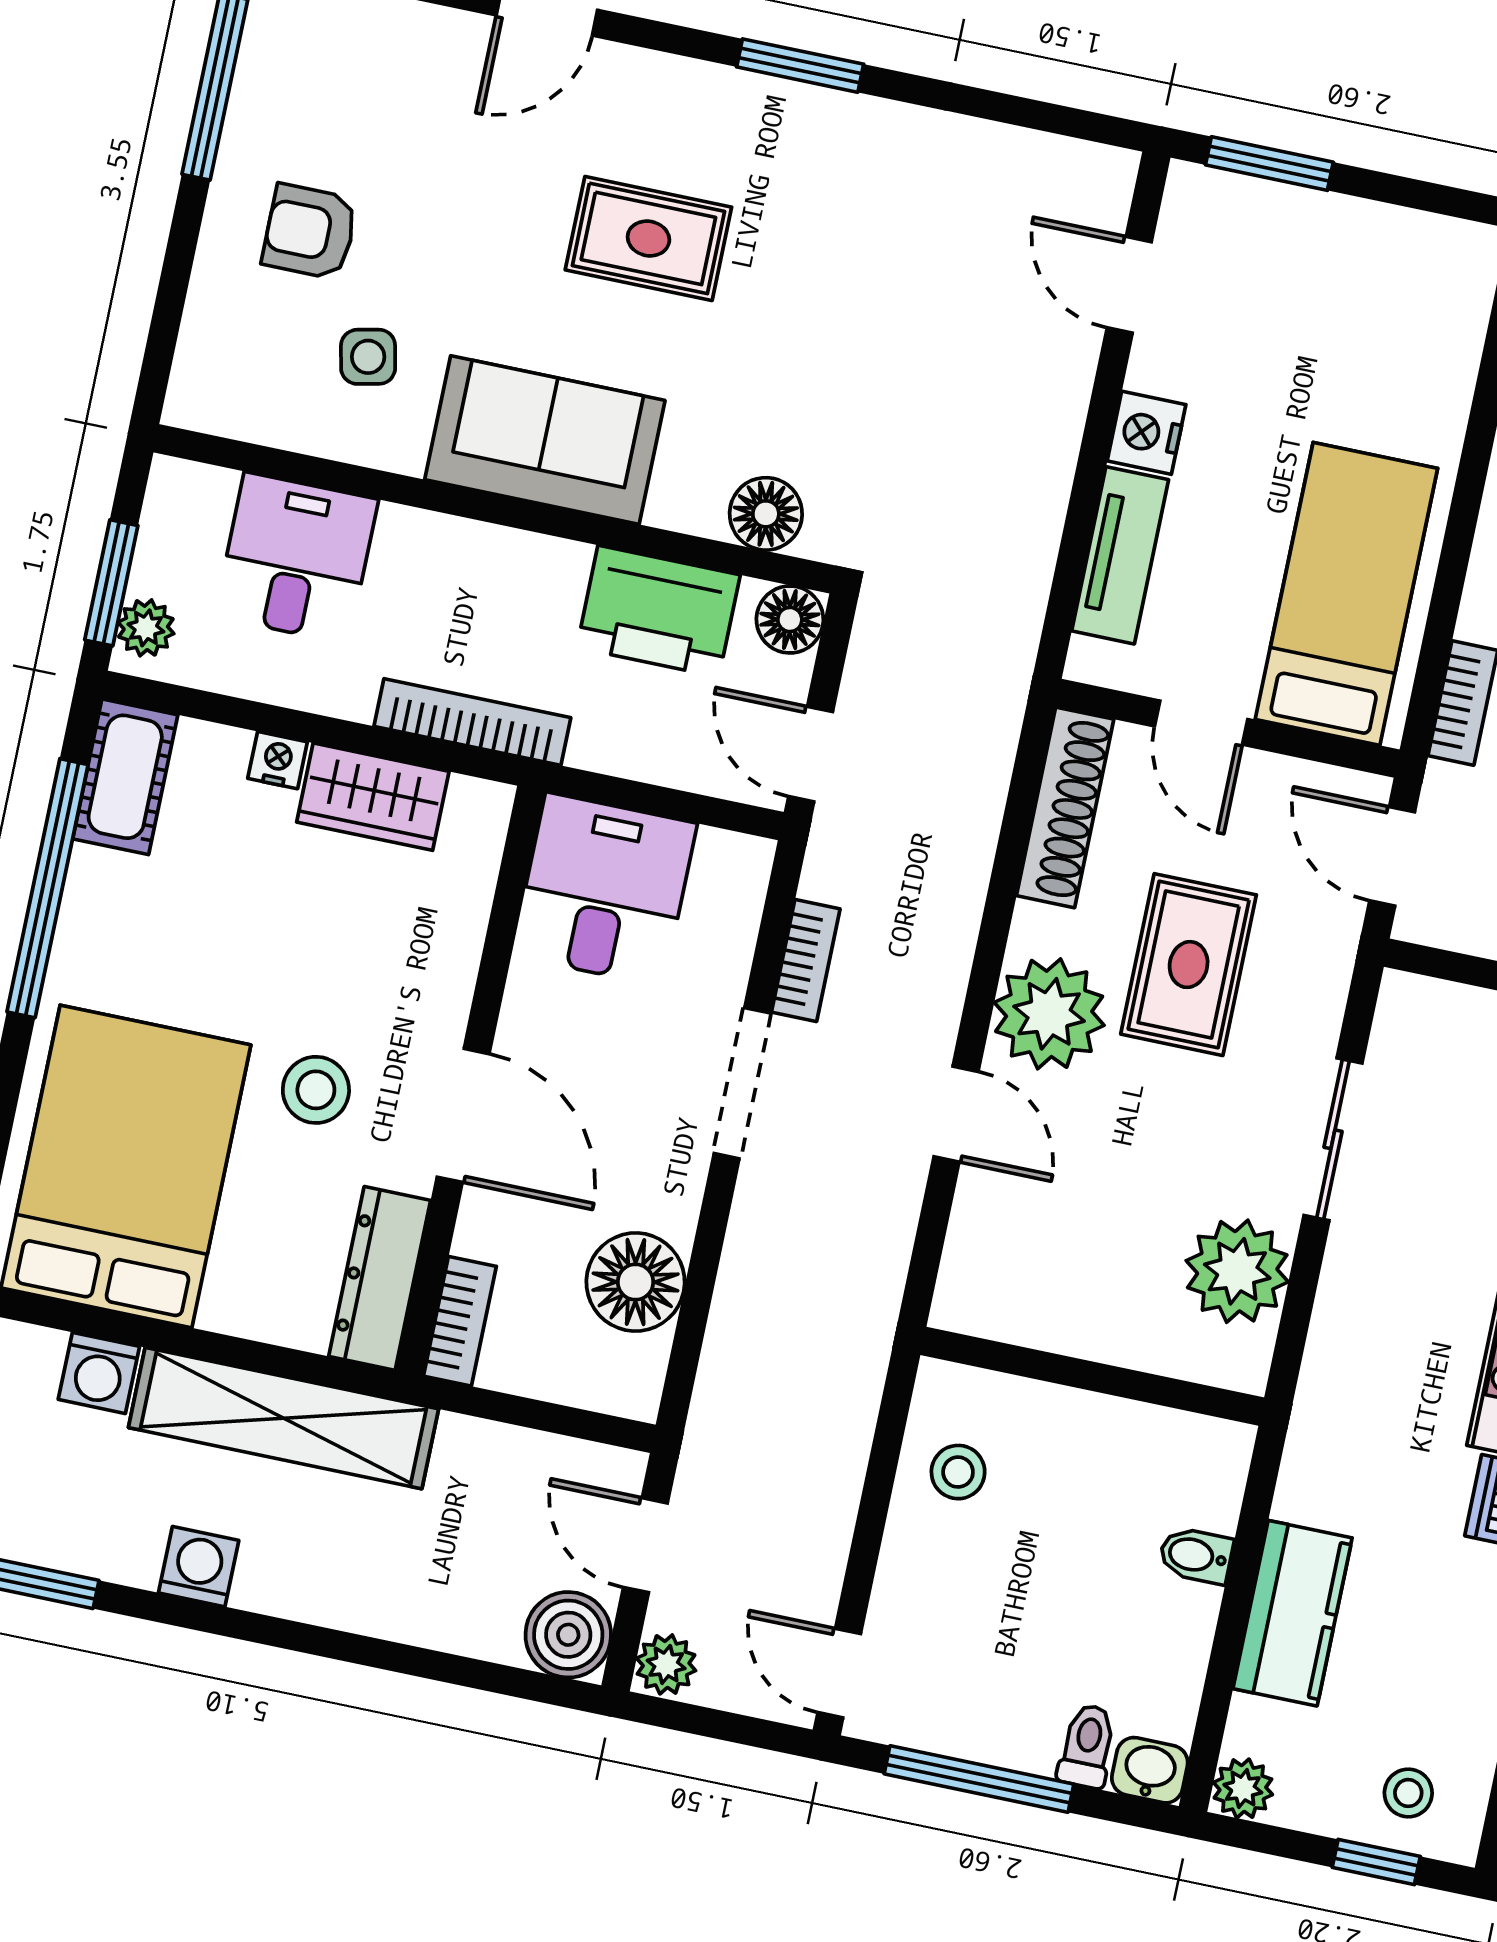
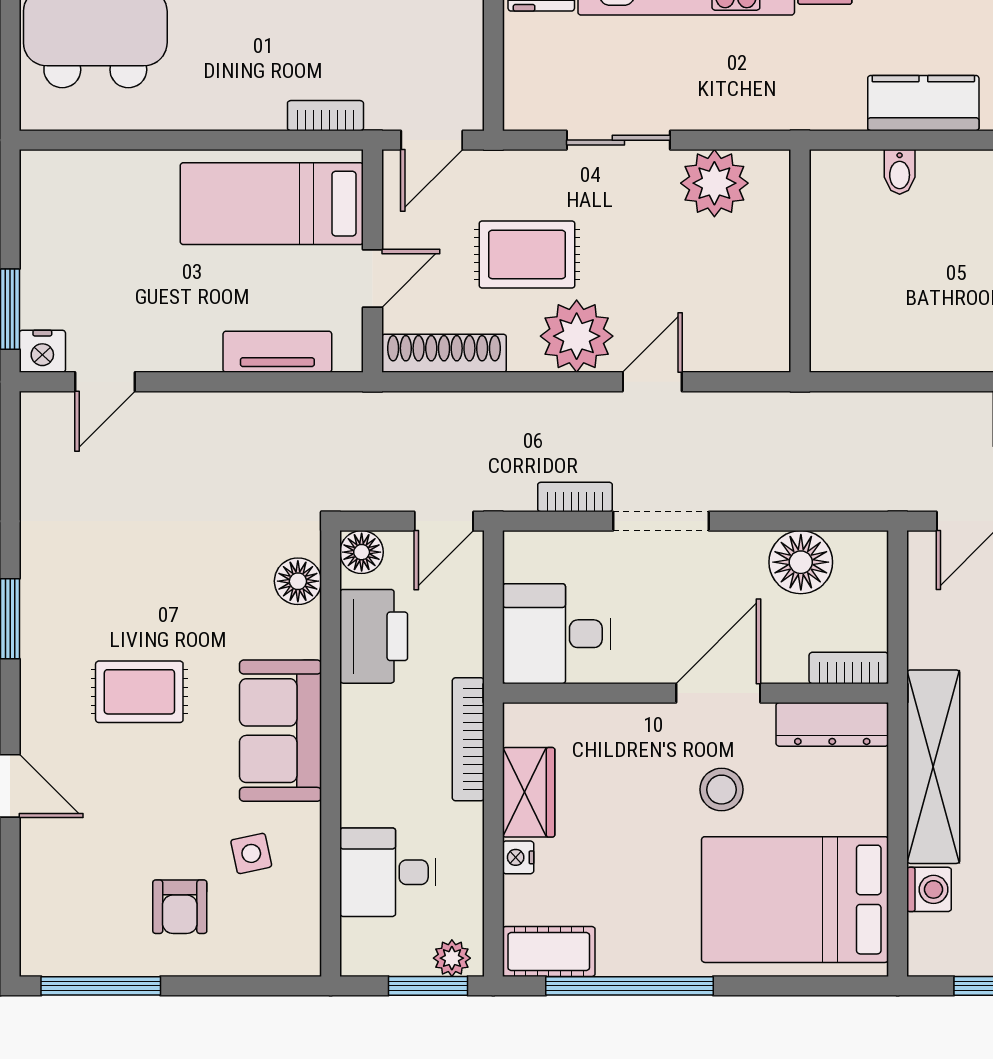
rug: (648, 238) -> (139, 692), turned 90
nightstand: (1147, 433) -> (42, 351), moved
stool: (958, 1472) -> (878, 333), removed

